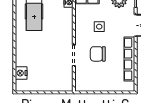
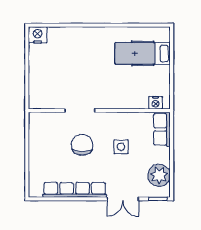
nightstand: (21, 73) -> (38, 35), moved

